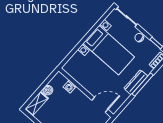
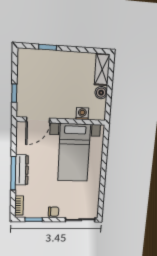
bed with nightstands: (109, 50) -> (74, 153), moved, turned -90

